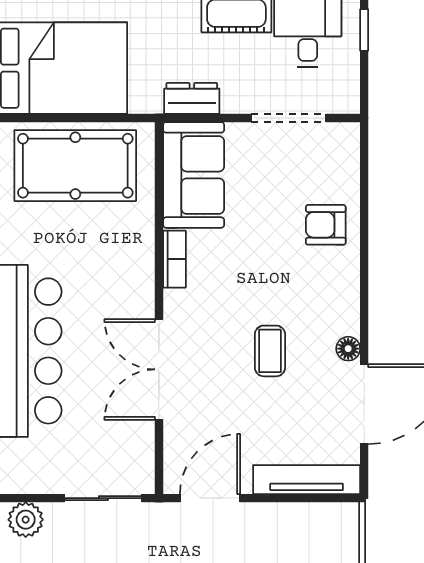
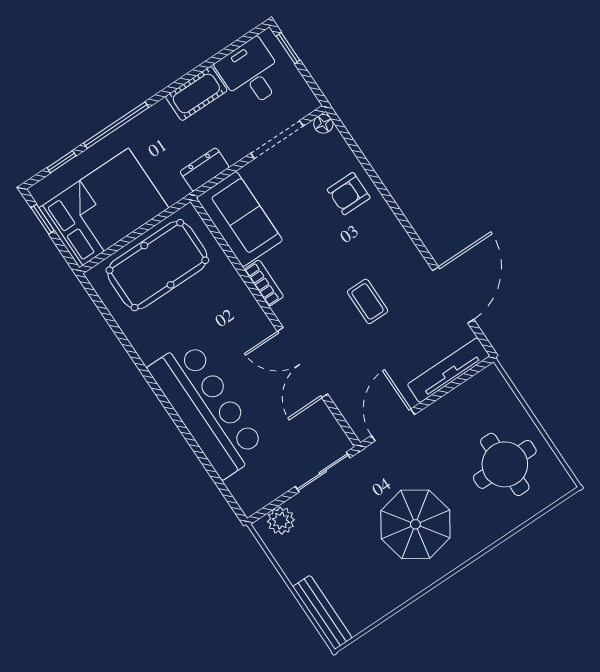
floor lamp: (348, 349) -> (323, 124), moved

